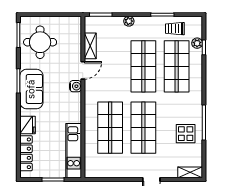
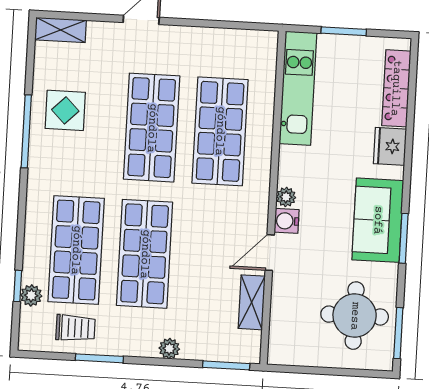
plant: (76, 98) -> (286, 197), added

